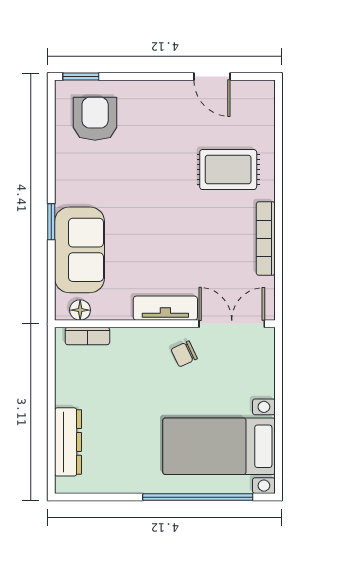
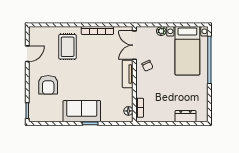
armchair: (95, 119) -> (48, 85), moved, turned -90
sofa: (80, 250) -> (82, 111), moved
plant: (264, 386) -> (161, 31), added
dresser: (68, 442) -> (186, 116), width x0.70

